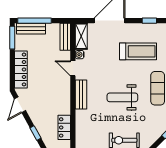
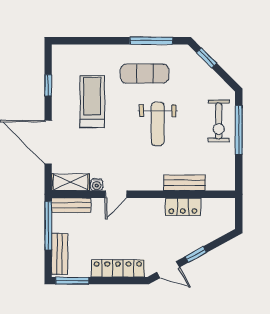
window: (35, 21) -> (48, 226), moved
bench: (81, 94) -> (185, 183), moved
locker: (64, 127) -> (183, 207), moved
window: (35, 133) -> (196, 254), moved

